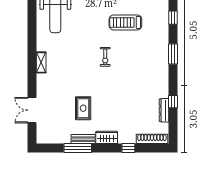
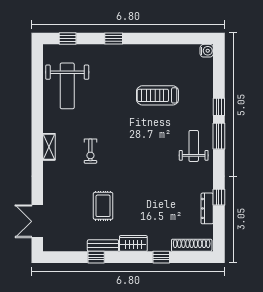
window: (173, 18) -> (219, 107), moved
exercise bike: (105, 57) -> (90, 151), moved
weight bench: (154, 62) -> (194, 146), added
double door: (32, 110) -> (37, 221), moved
window: (78, 148) -> (96, 257), width x0.46

